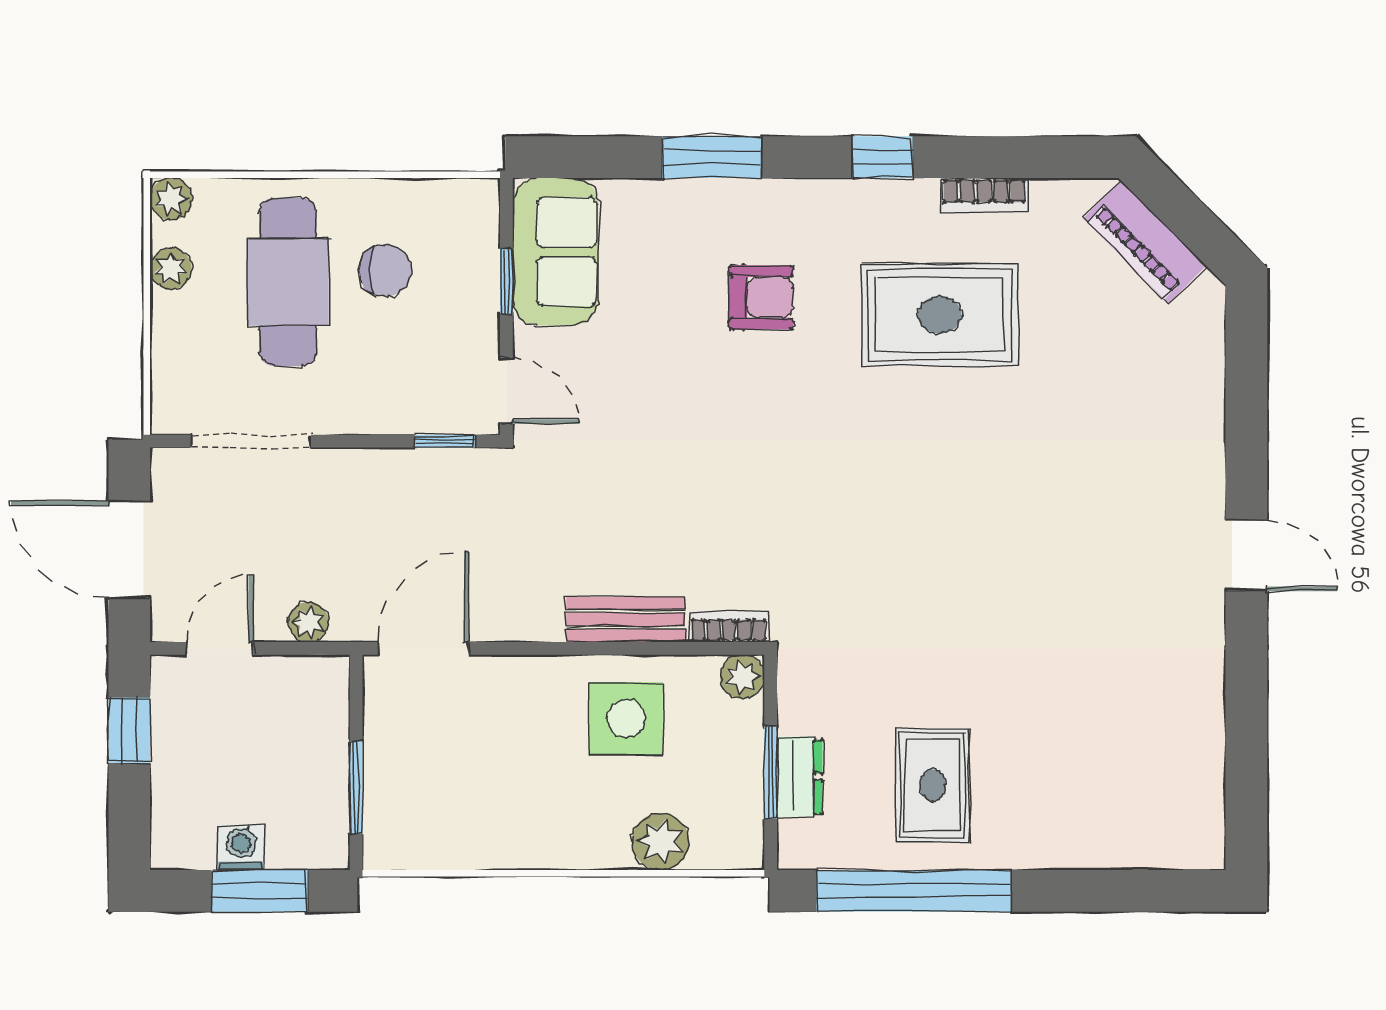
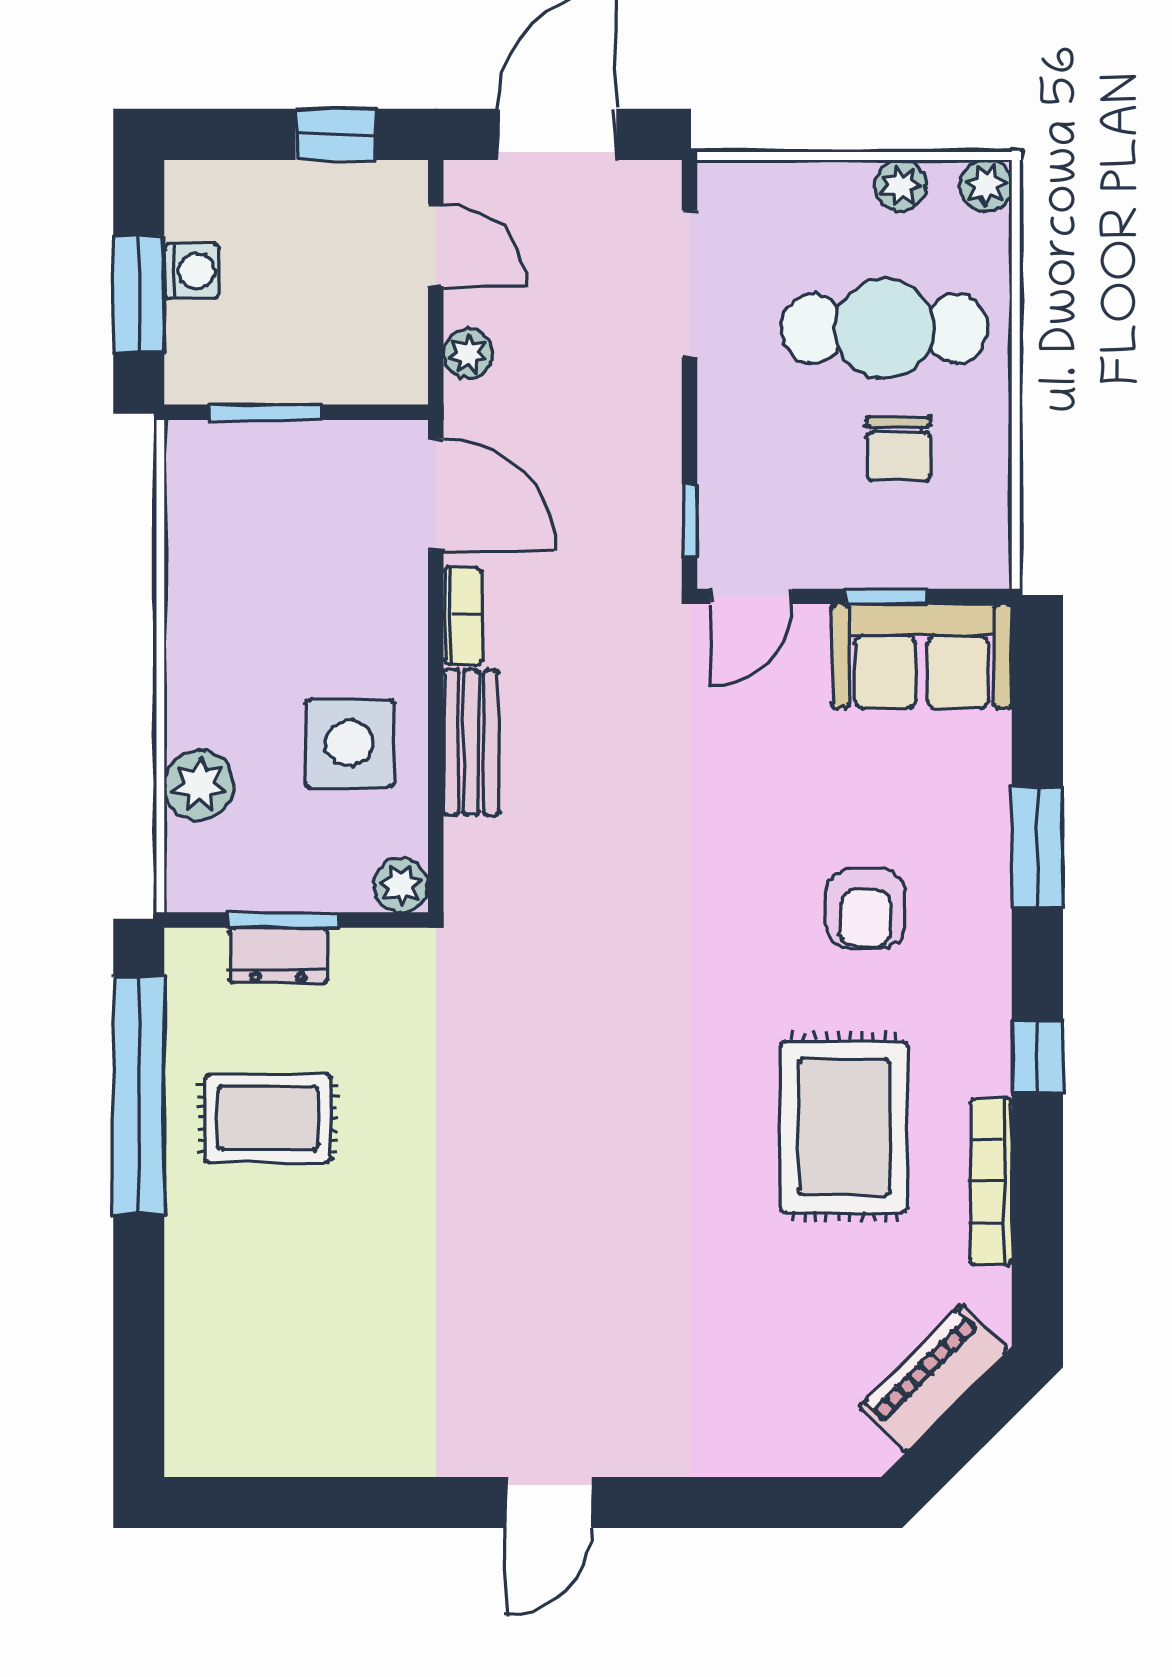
bookcase: (984, 195) -> (991, 1181), width x1.56
bookcase: (729, 626) -> (463, 616), moved

